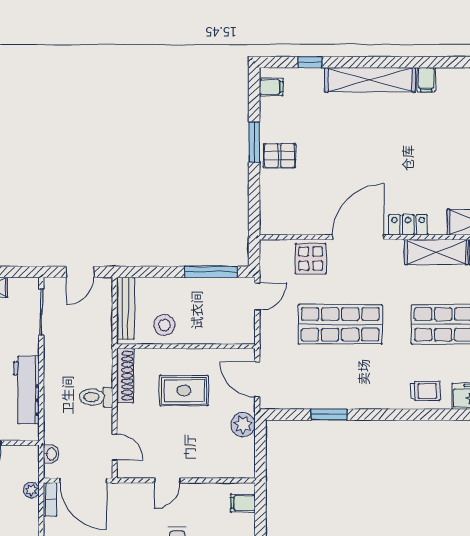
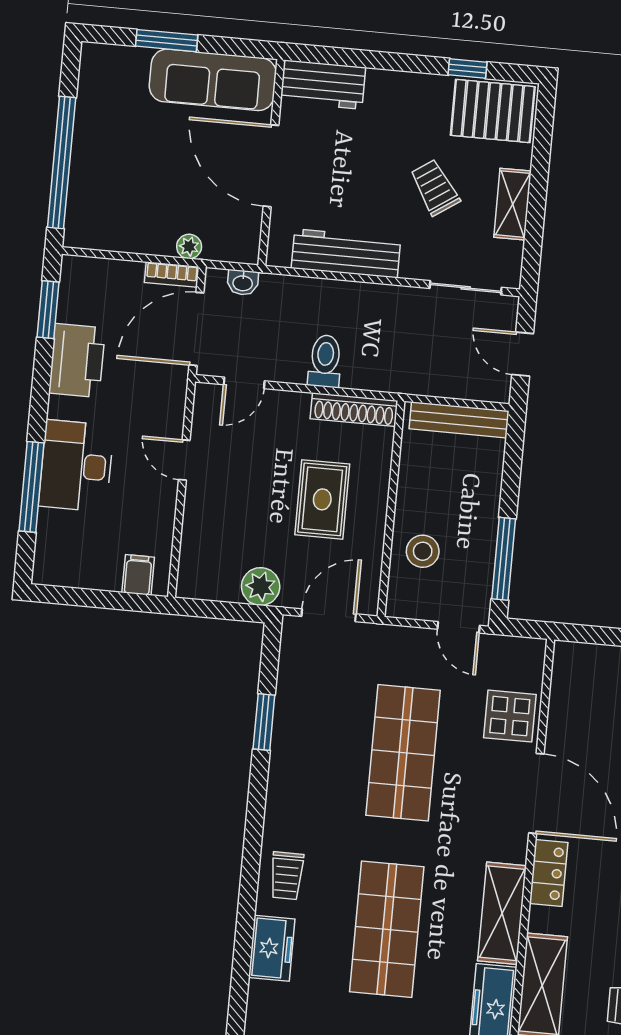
stool: (164, 325) -> (423, 551), moved

